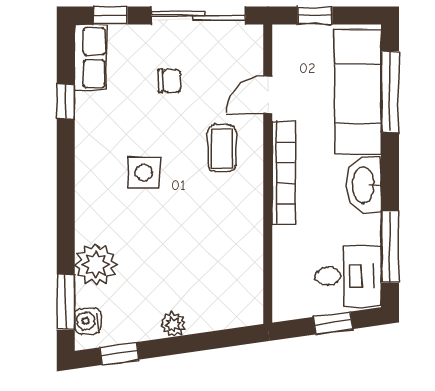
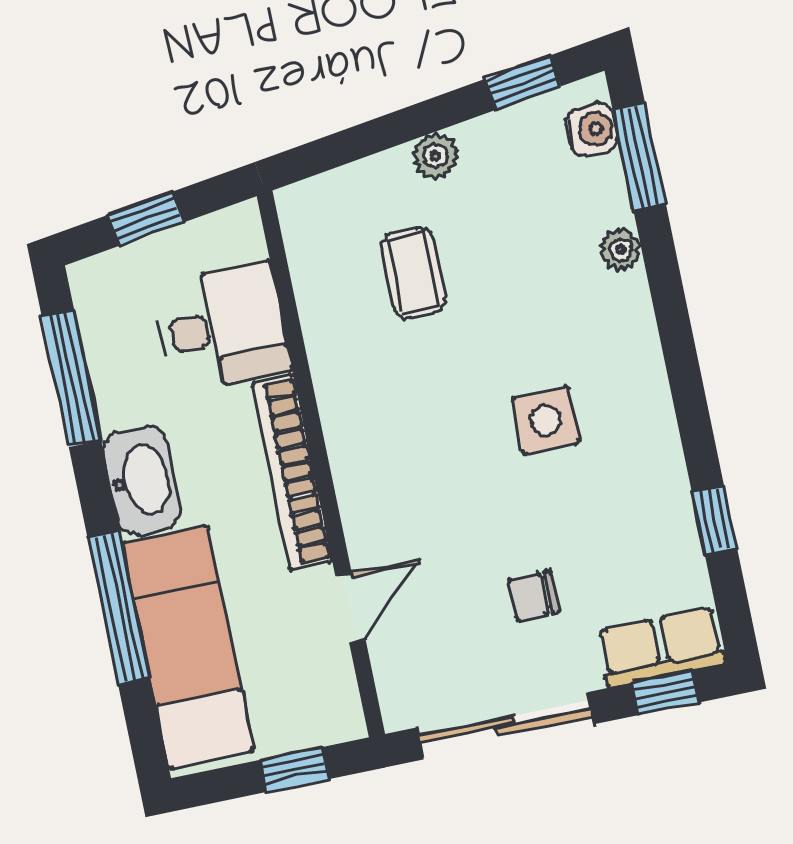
row of seats: (90, 57) -> (661, 647), moved, turned 90
window: (390, 92) -> (119, 608), moved
coffee table: (222, 148) -> (413, 272), moved
plant: (96, 264) -> (620, 250), width x0.53, depth x0.53
desk: (348, 276) -> (222, 327), moved, turned 180

